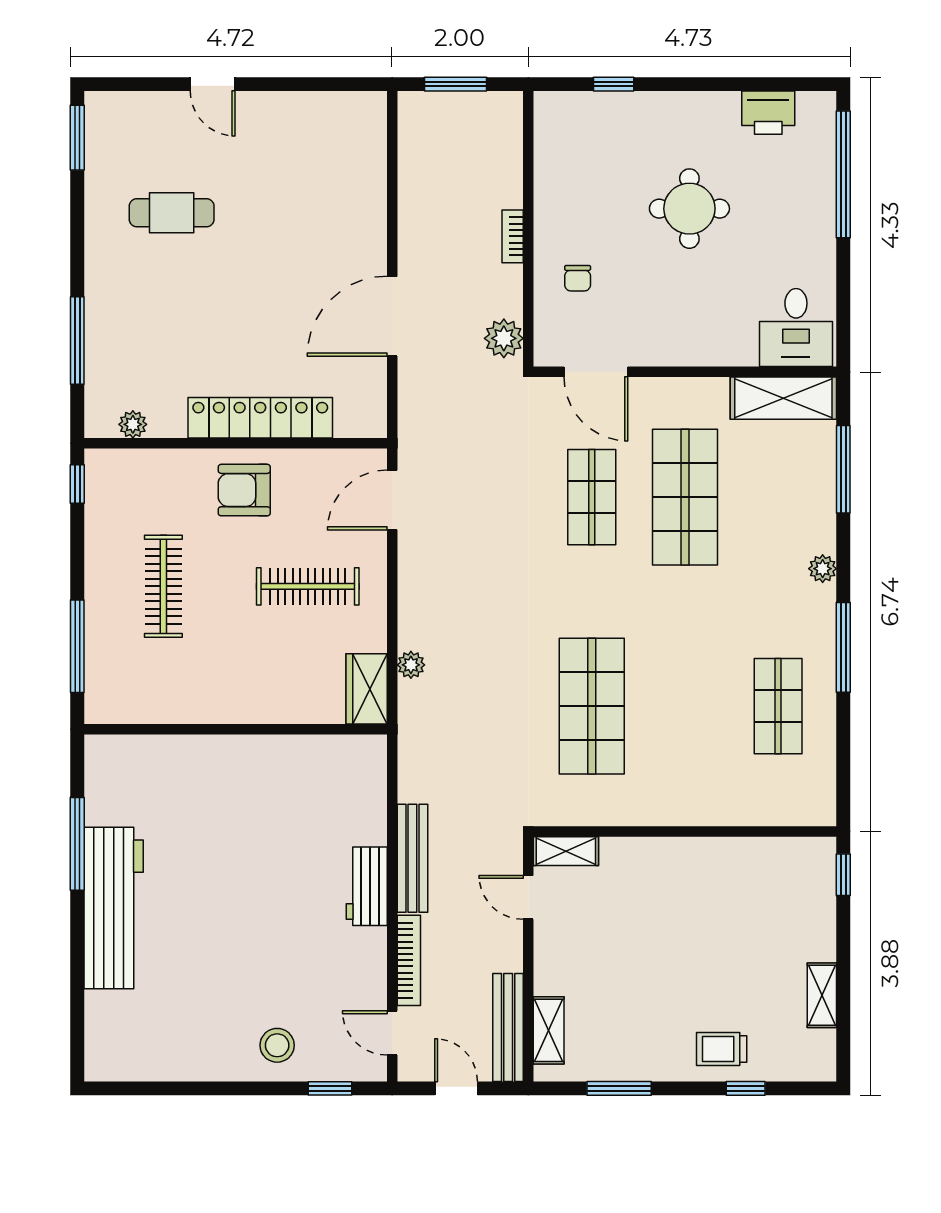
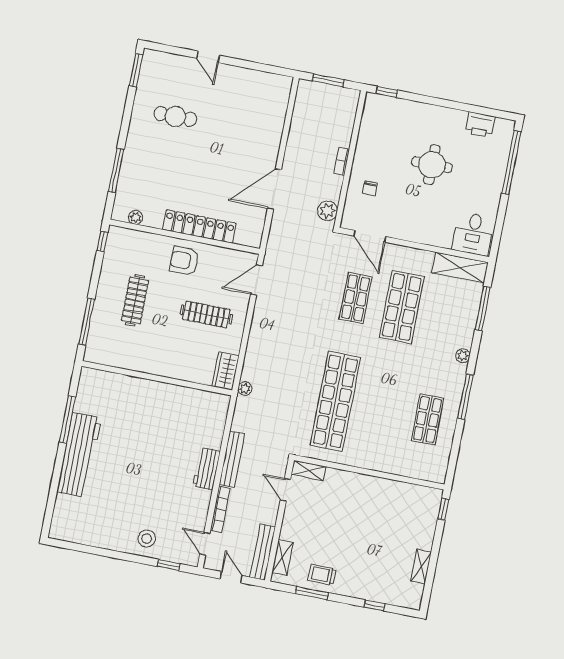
window: (614, 84) -> (387, 92), moved
plant: (411, 665) -> (245, 389), moved
shop shelf: (592, 706) -> (335, 401), width x1.40
trolley: (722, 1049) -> (322, 575), moved

